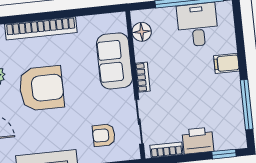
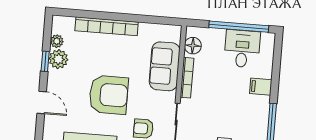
bookcase: (143, 77) -> (187, 78), width x1.56
armchair: (41, 88) -> (109, 95), moved

